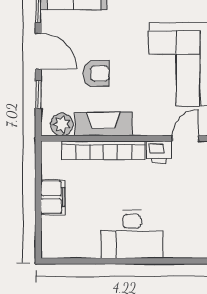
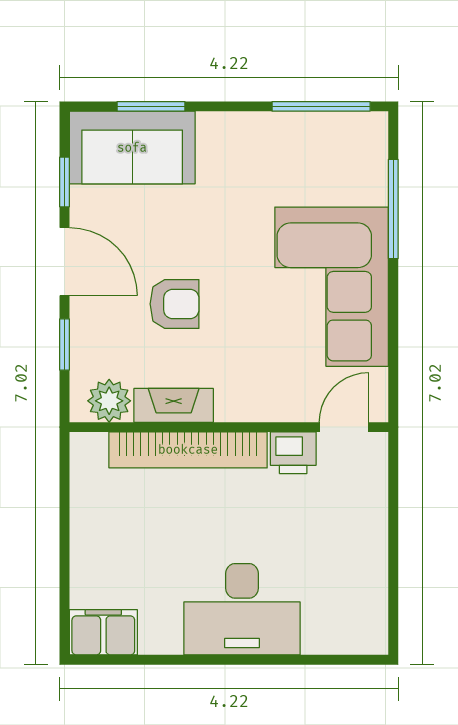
fireplace: (104, 124) -> (174, 405), width x0.73, depth x0.76
filing cabinet: (53, 197) -> (103, 632), moved, turned -90

